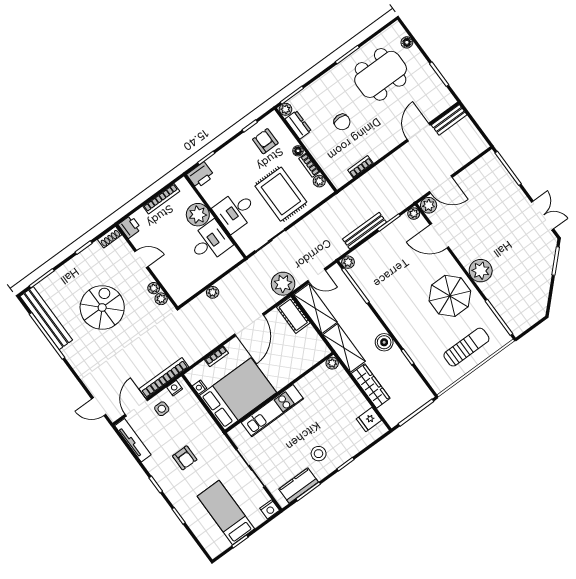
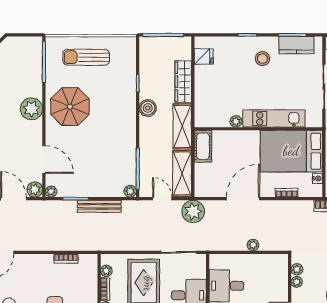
cot: (293, 315) -> (203, 146), moved
plant: (332, 363) -> (236, 121), moved

